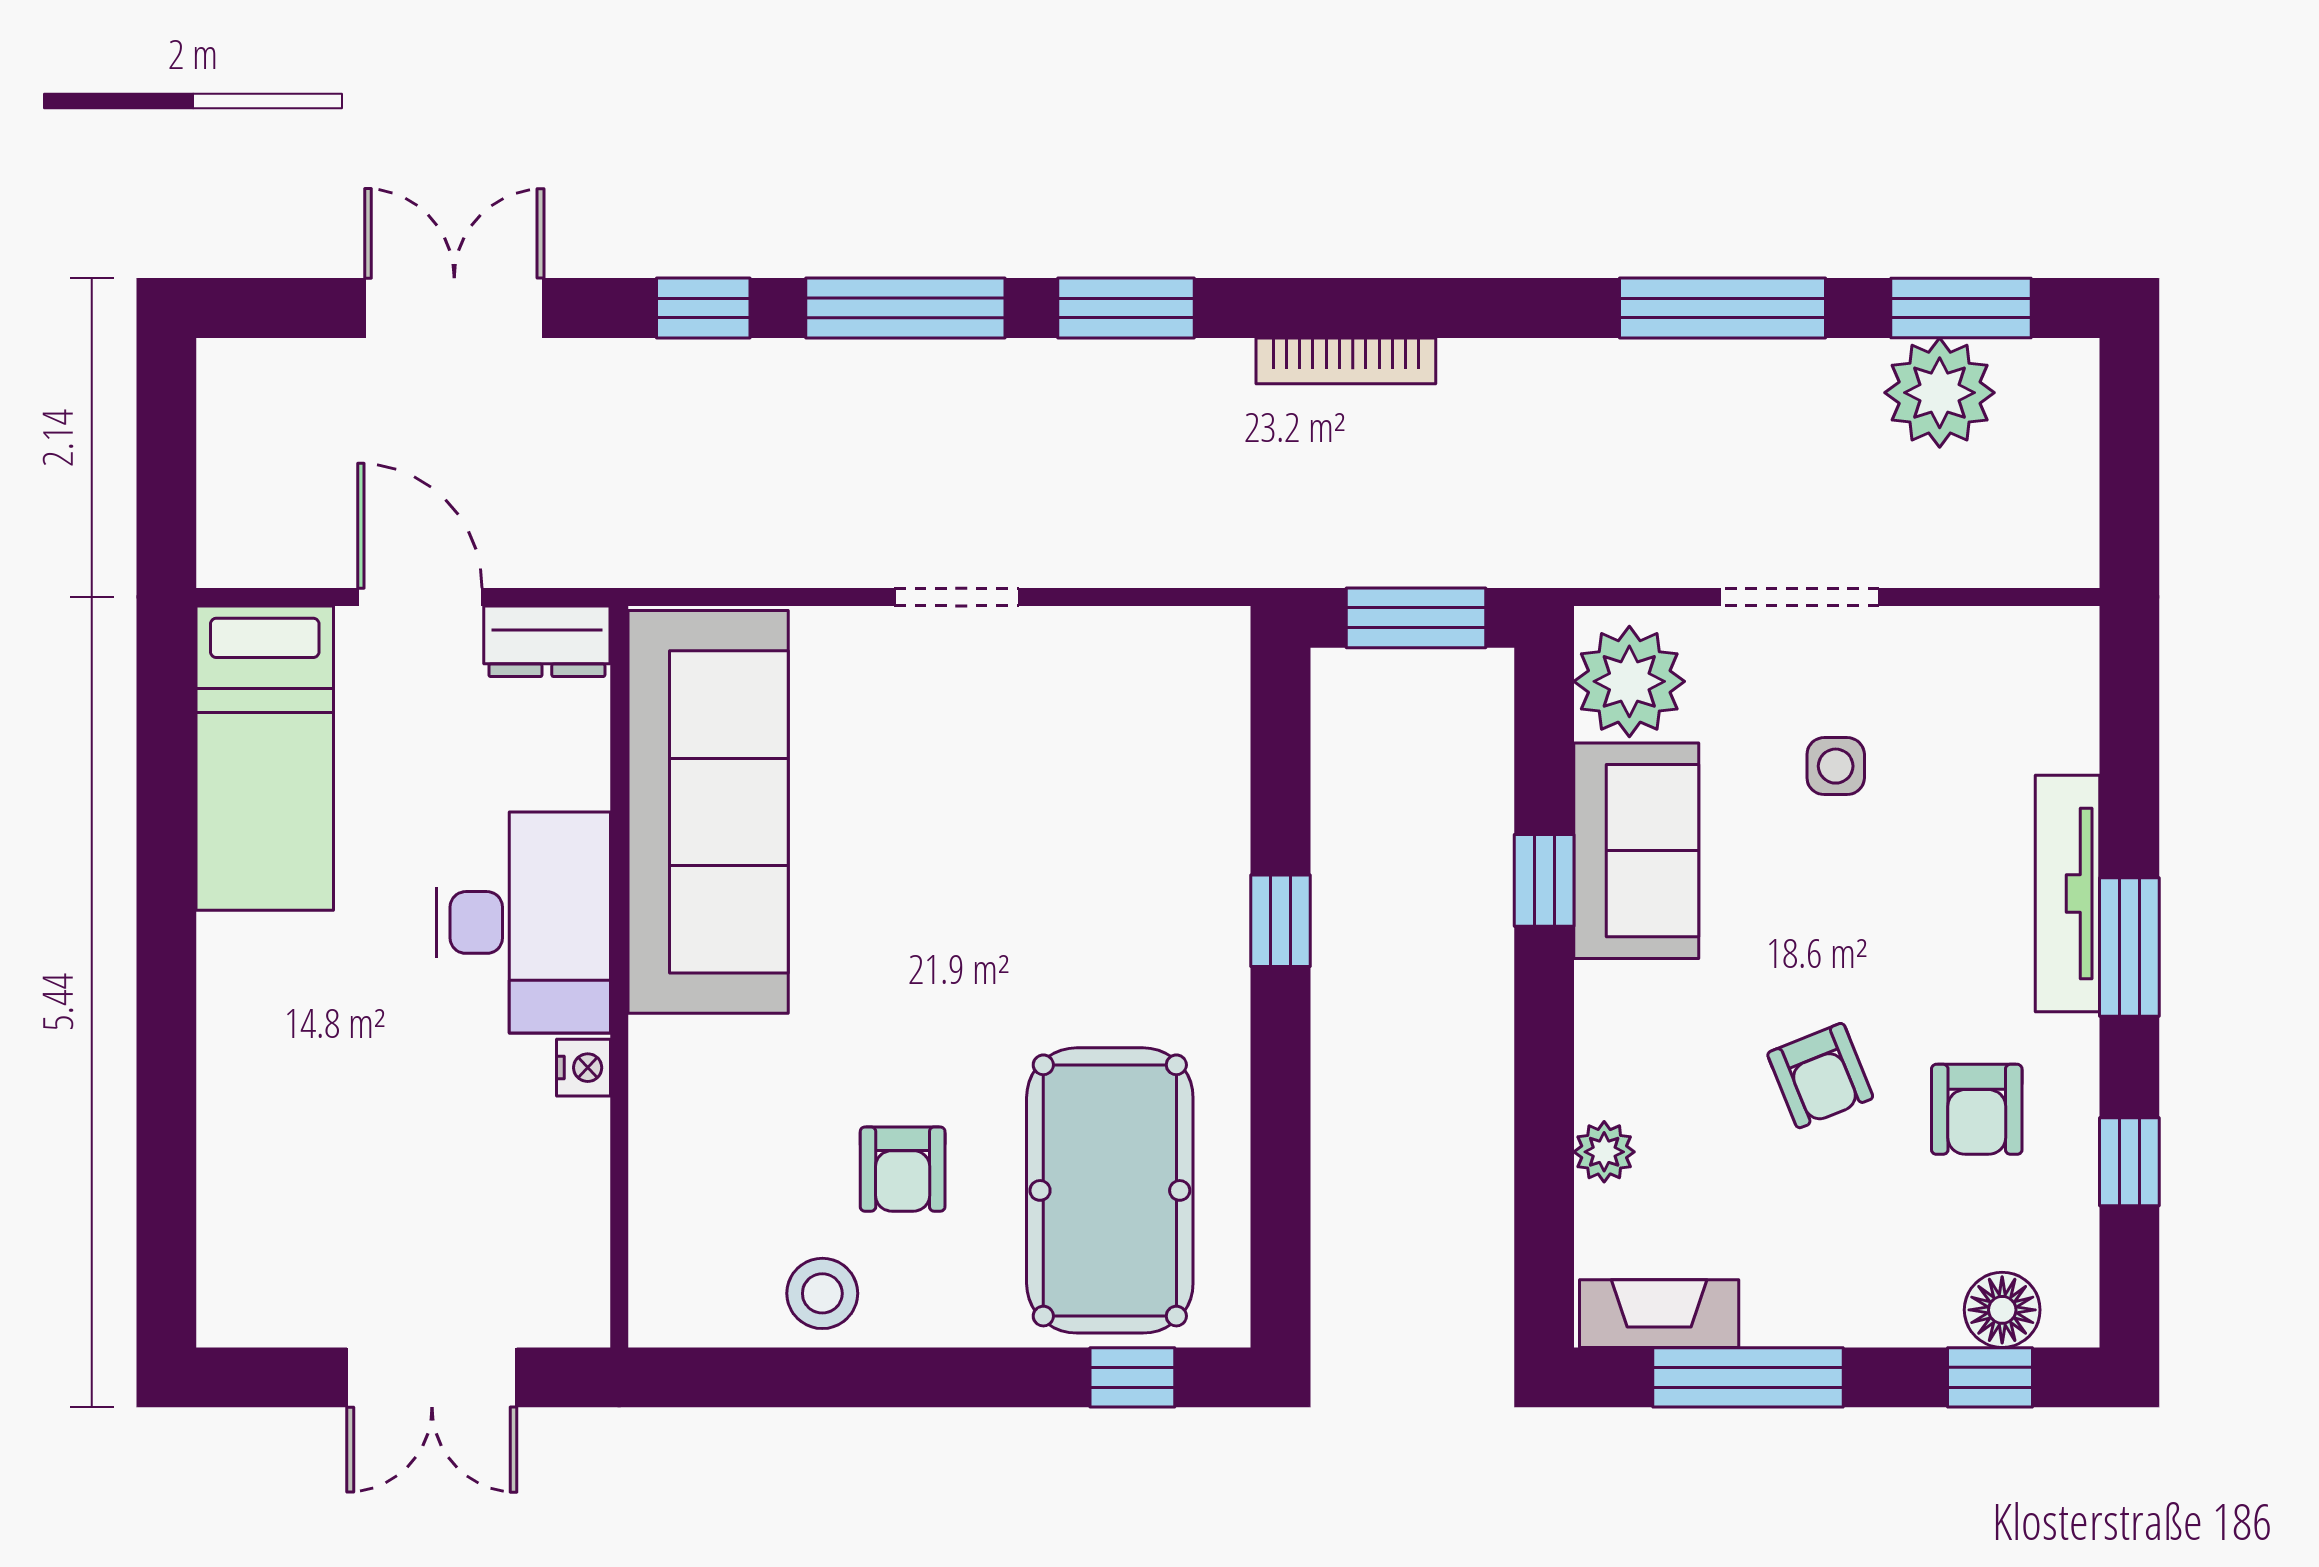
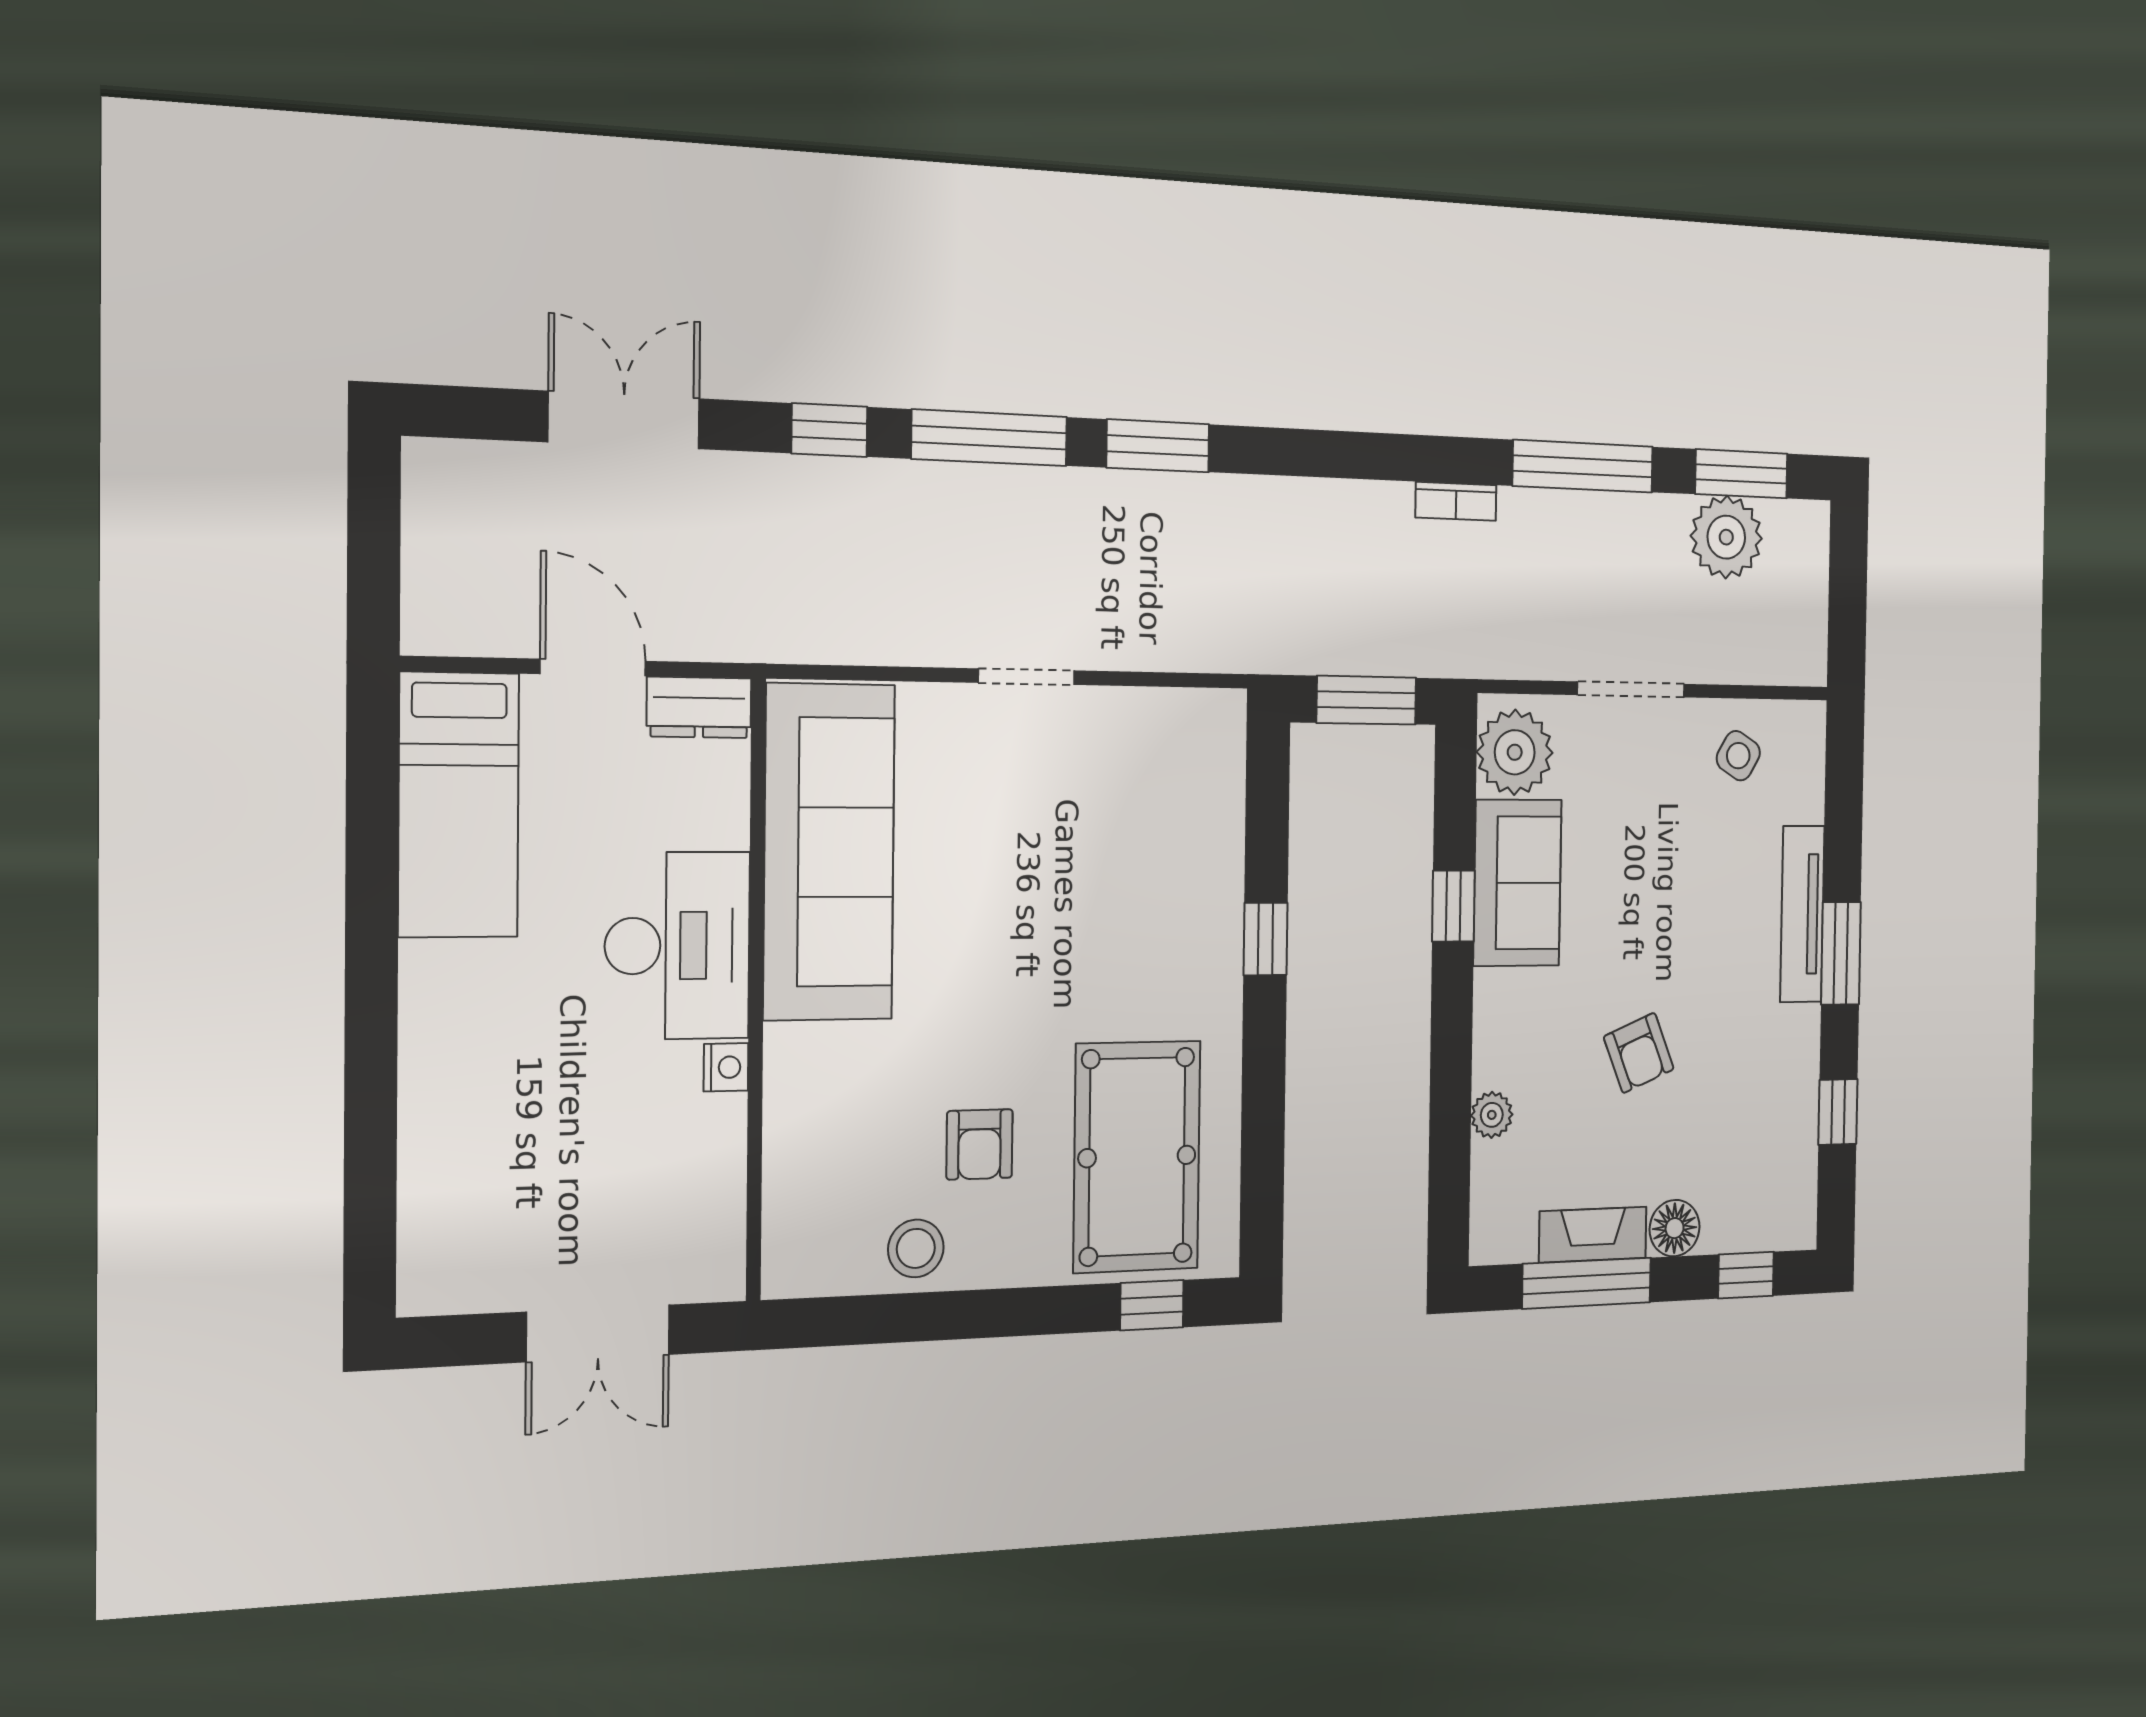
bookcase: (1346, 361) -> (1456, 501), moved, width x0.64
side table: (1836, 766) -> (1738, 756), moved, turned 31
armchair: (1977, 1109) -> (1741, 1076), removed
floor lamp: (2002, 1310) -> (1675, 1228), moved
fireplace: (1659, 1314) -> (1593, 1235), moved

